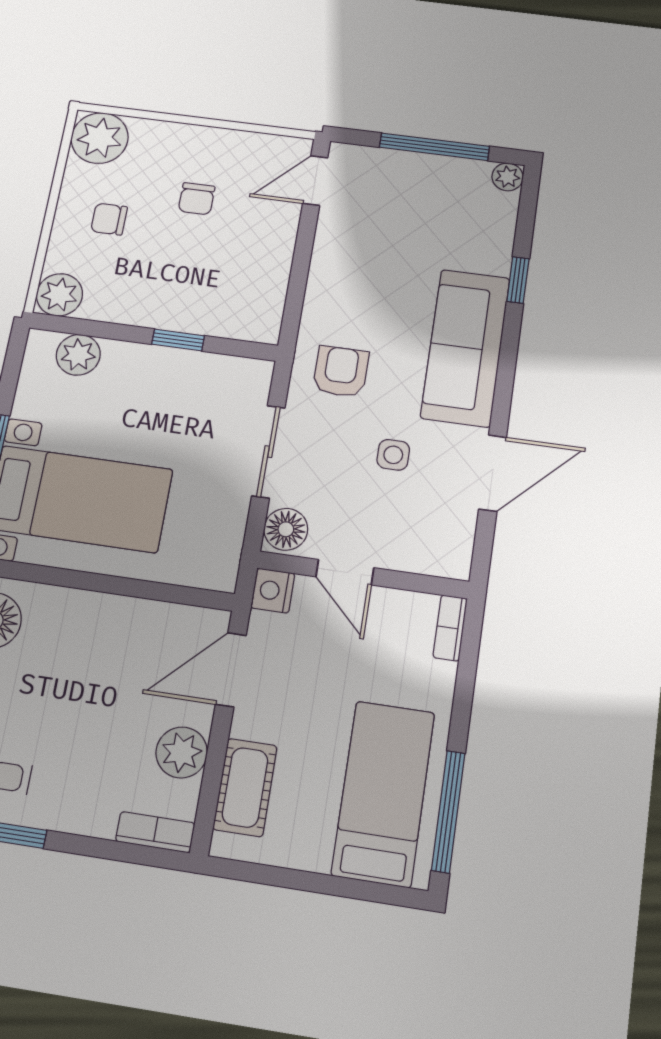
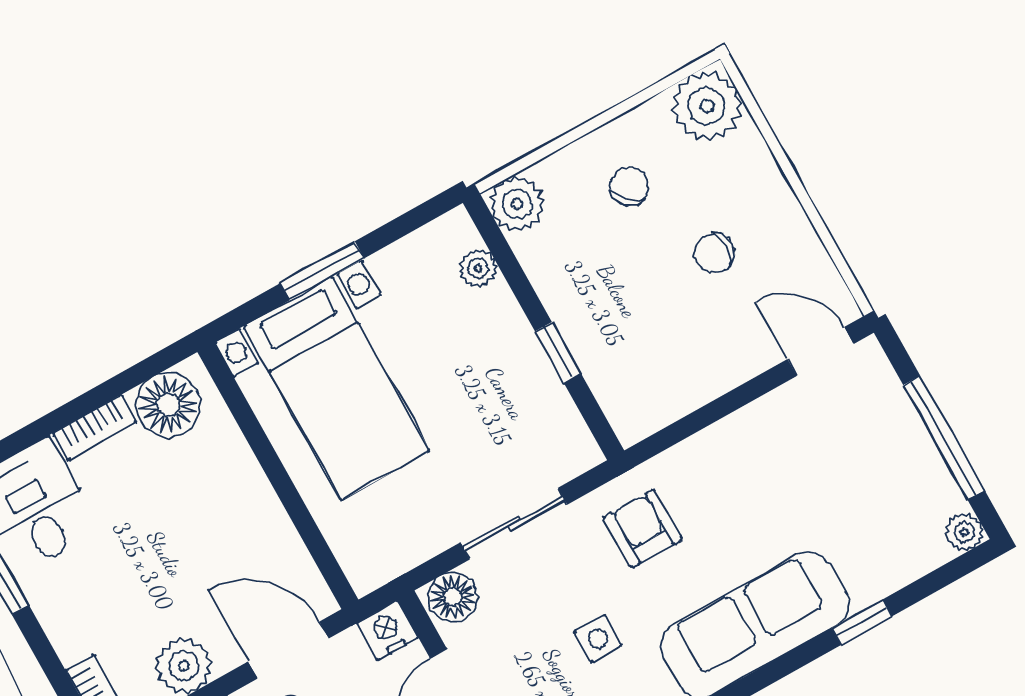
chair: (109, 219) -> (629, 186), turned 46
plant: (78, 355) -> (478, 268), width x0.73, depth x0.73
armchair: (341, 372) -> (643, 528), turned -90

